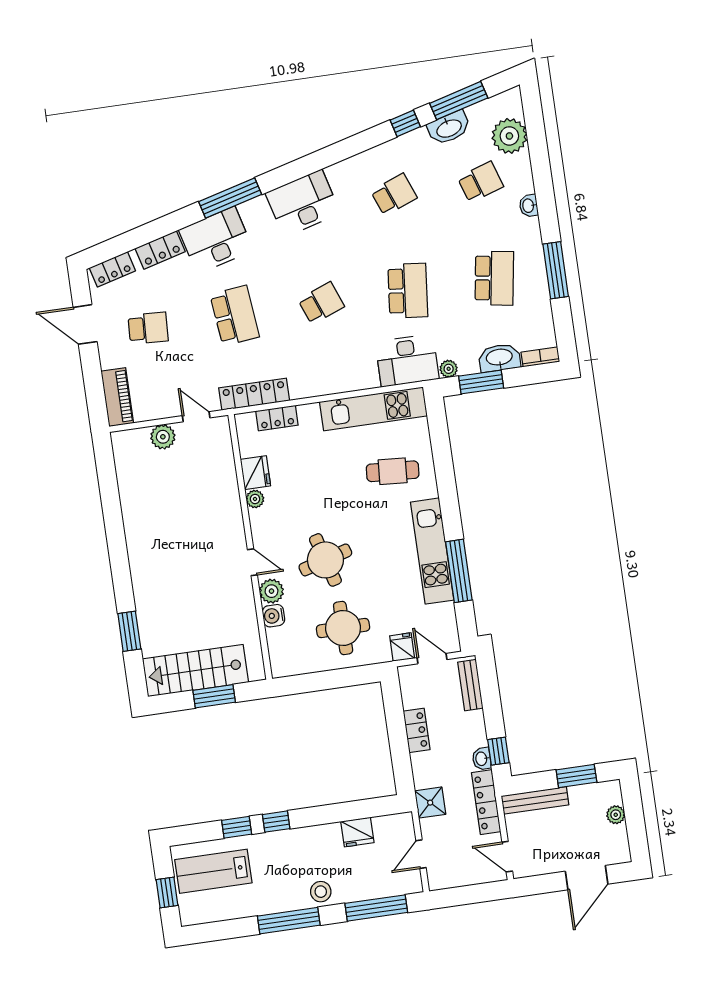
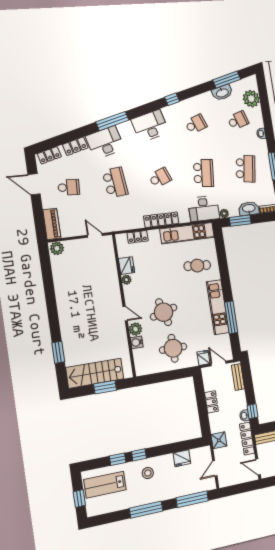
window: (405, 123) -> (172, 99), moved
locker: (254, 394) -> (161, 220), moved
plant: (163, 437) -> (57, 248), moved
stool: (321, 892) -> (148, 473), moved

